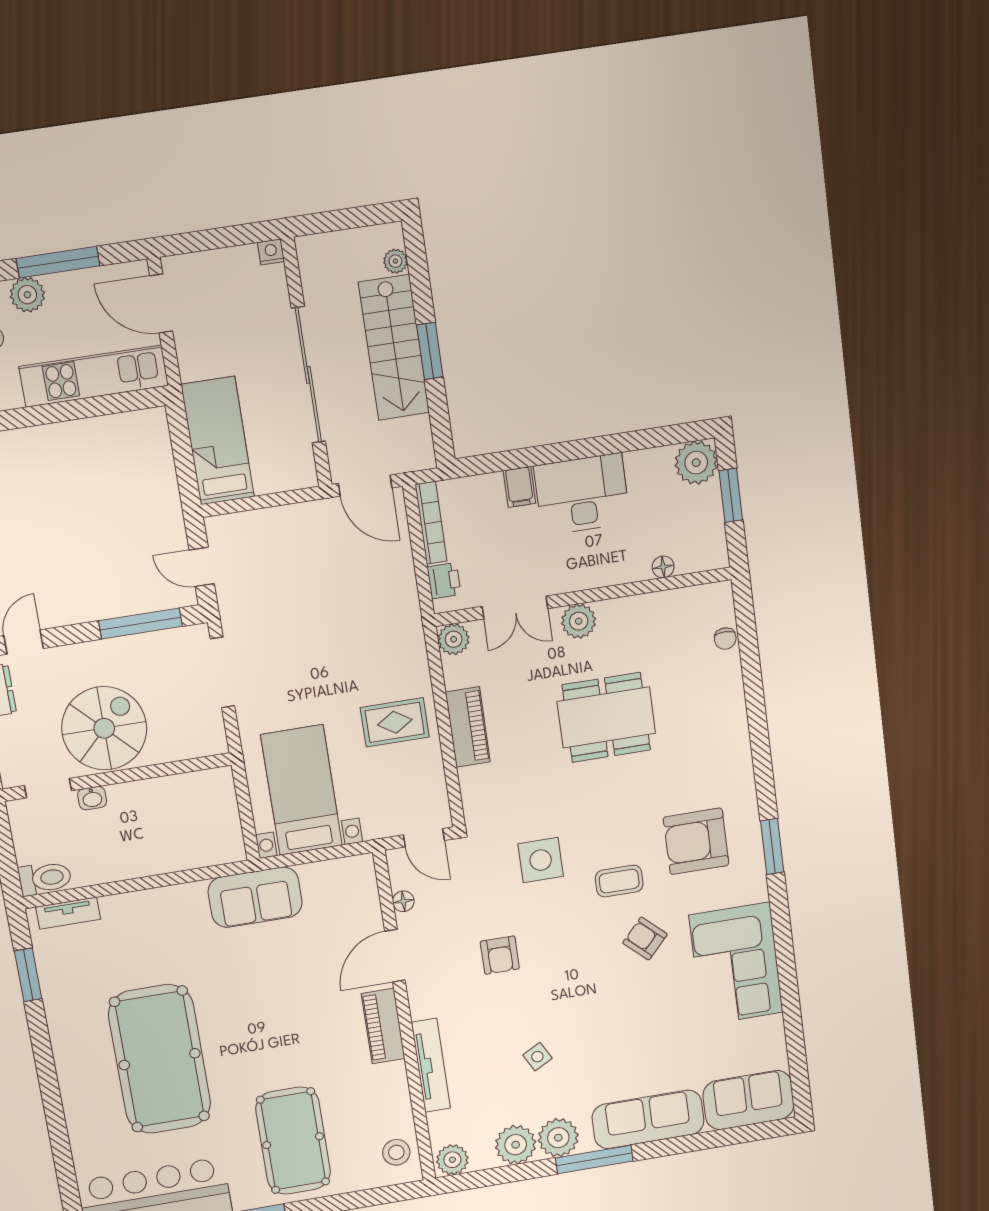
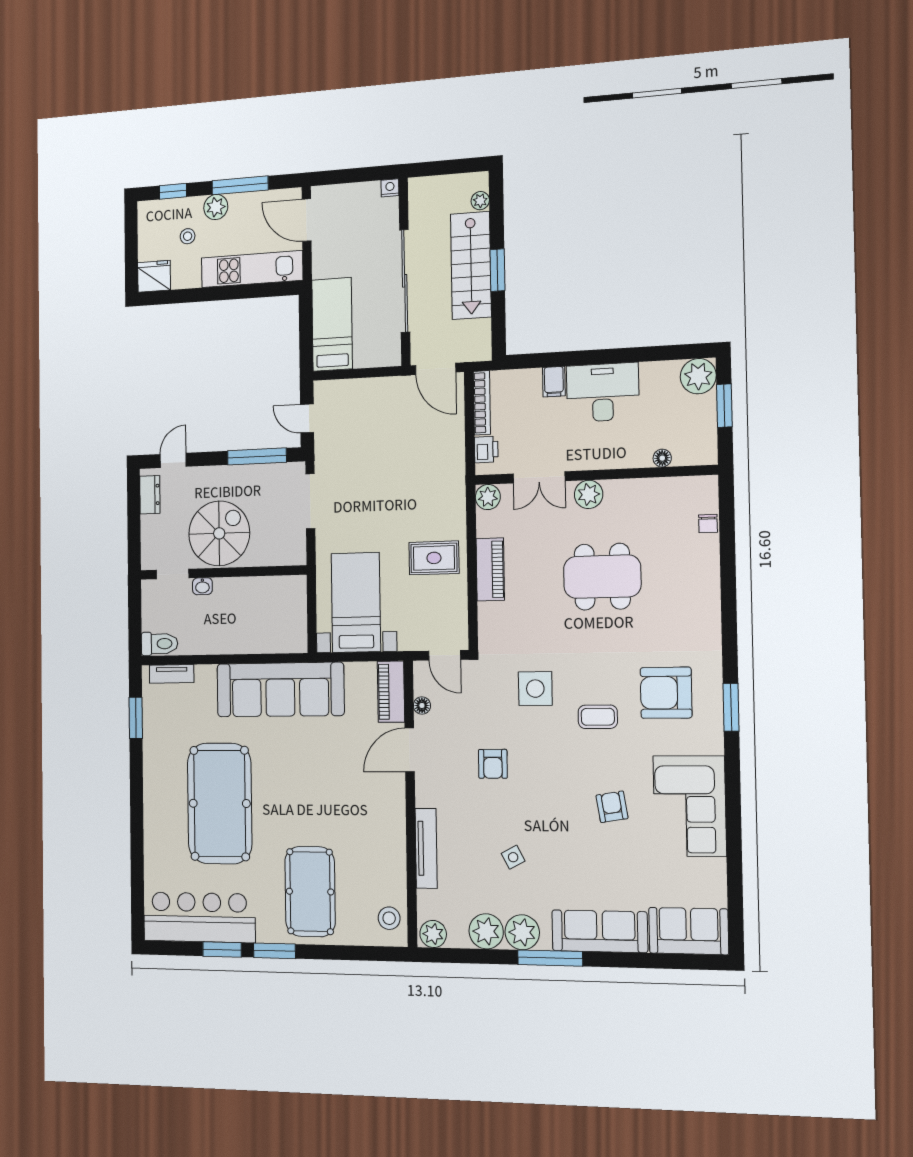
sofa: (255, 897) -> (280, 690), width x1.85, depth x1.27
armchair: (645, 939) -> (612, 807), moved, turned 38
piano: (383, 1026) -> (391, 692), moved

